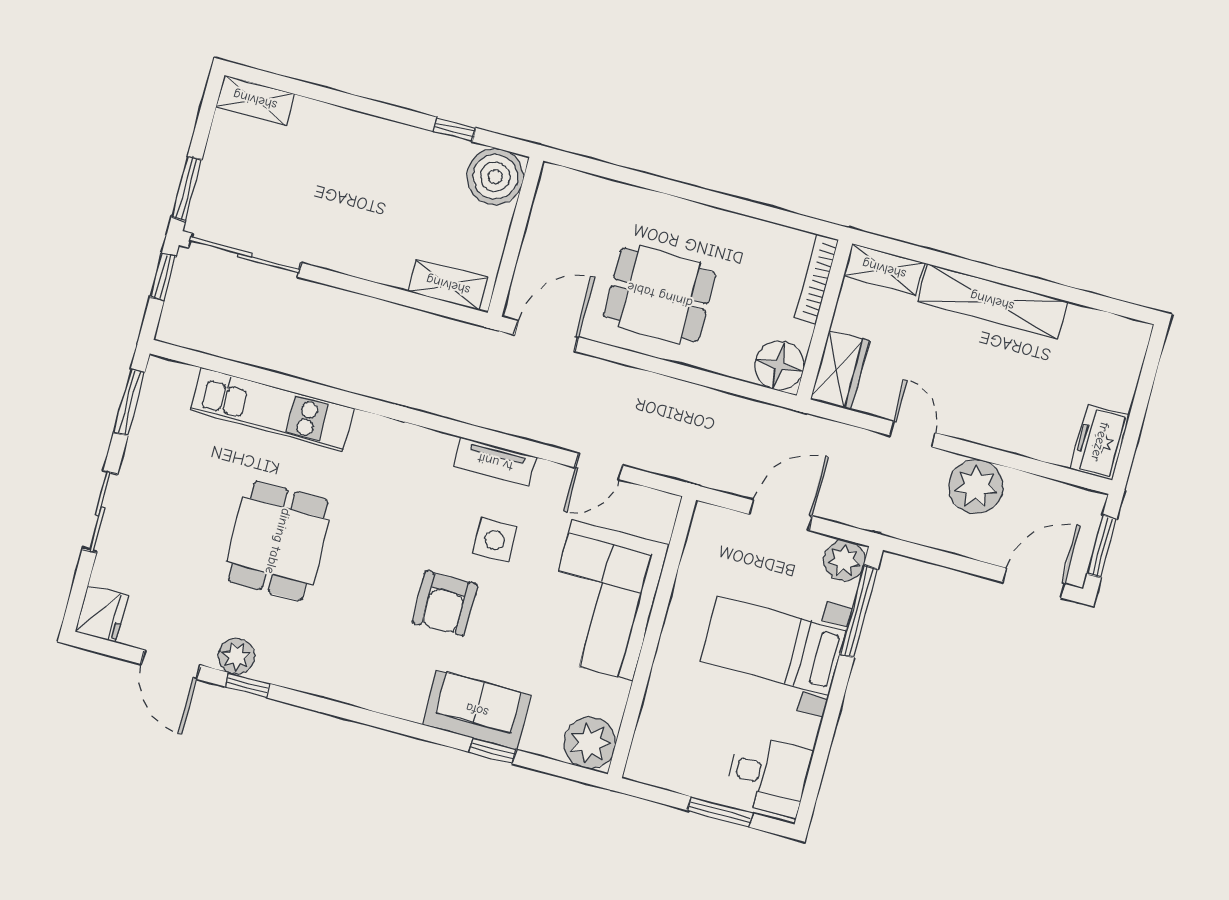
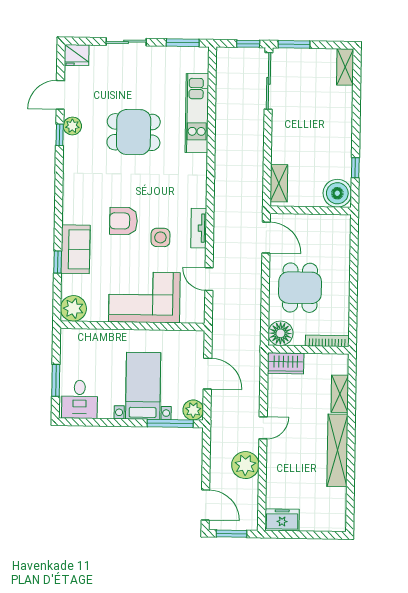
bookcase: (817, 279) -> (327, 341), moved
wall: (824, 320) -> (308, 350), moved
floor lamp: (779, 366) -> (280, 333), moved
wardrobe: (840, 370) -> (286, 363), moved

